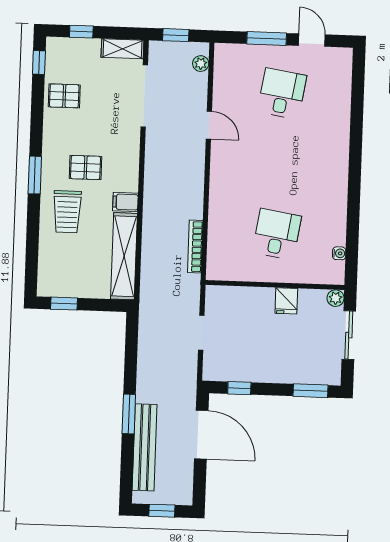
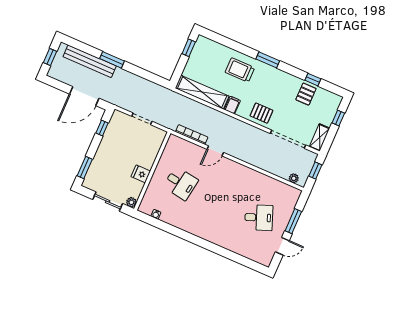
window: (39, 62) -> (313, 80), moved
desk: (282, 94) -> (259, 218), turned -30
door: (209, 125) -> (215, 151), moved
pallet: (85, 168) -> (261, 113), moved, turned 90

